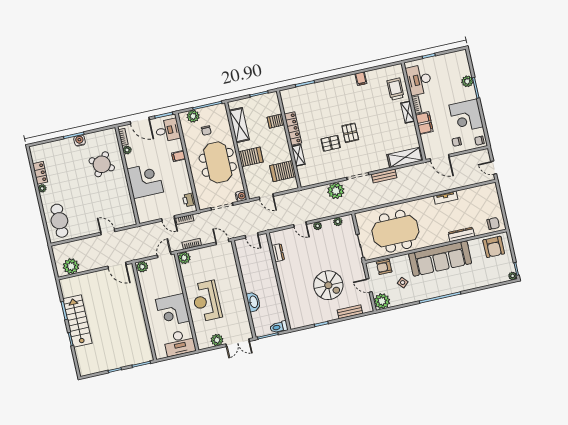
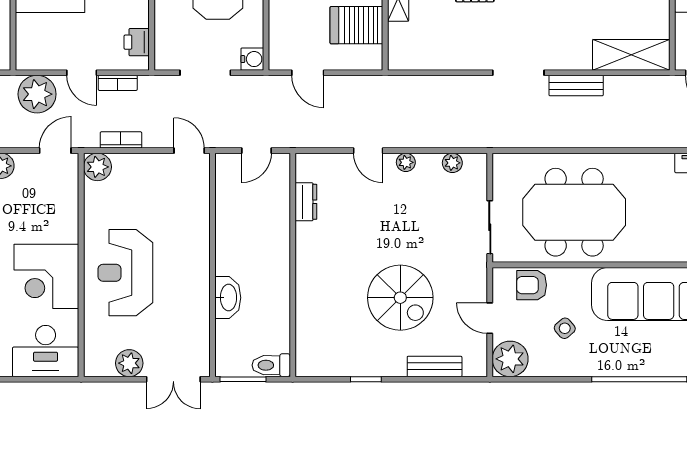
plant: (336, 191) -> (37, 94), moved
door: (252, 235) -> (257, 151), hinge flipped

